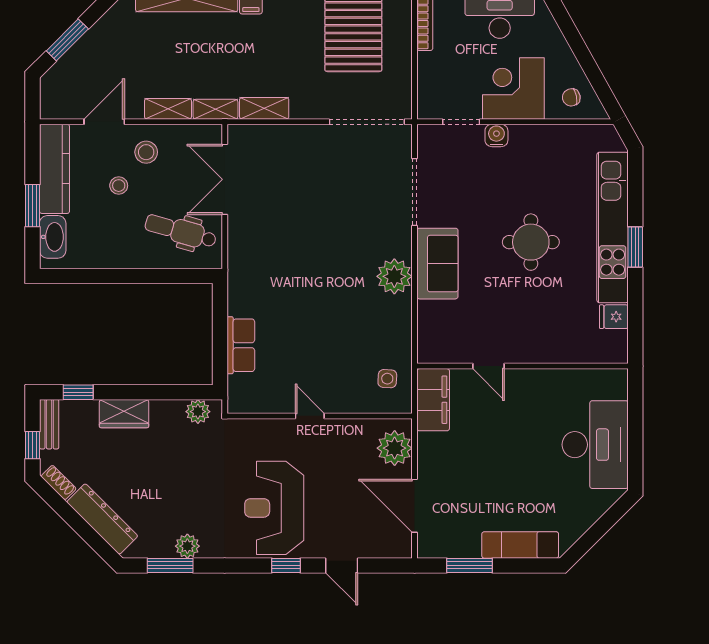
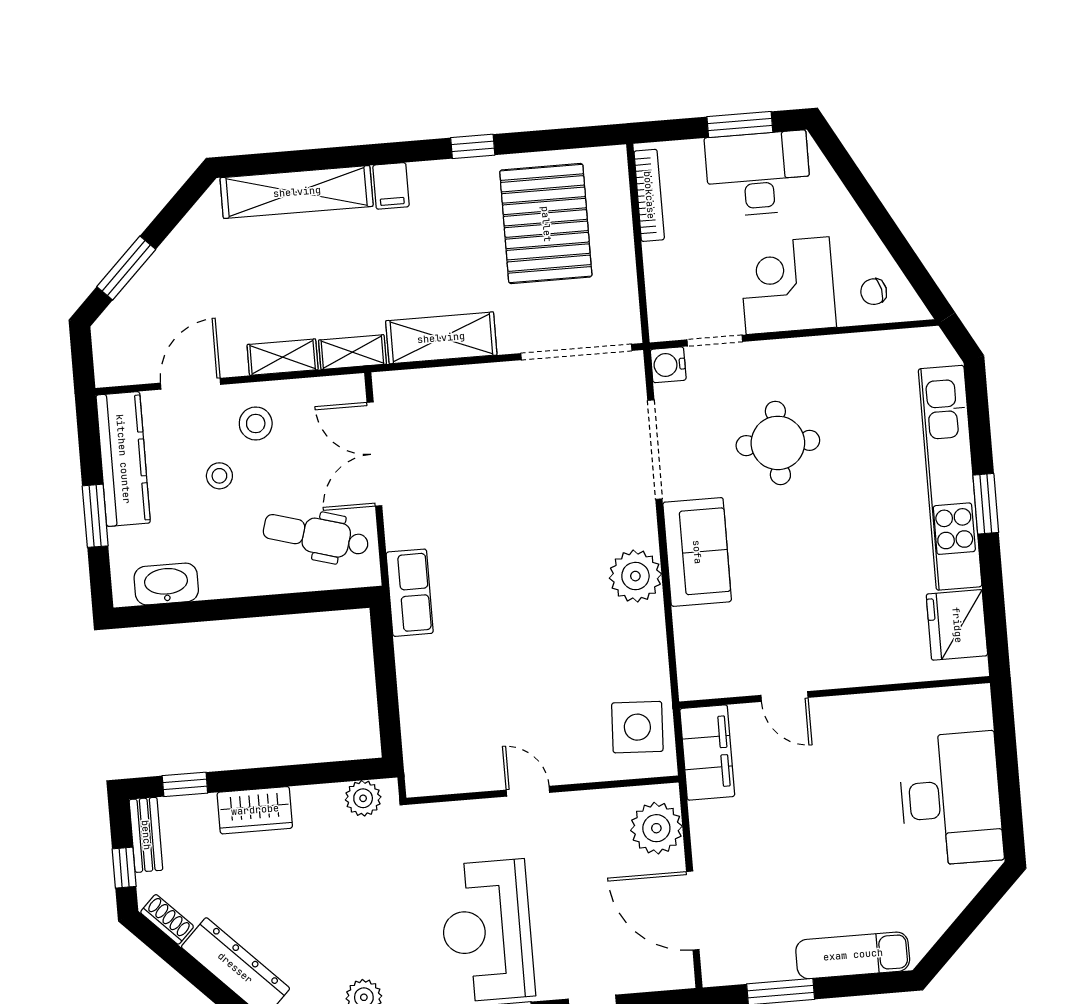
shelving: (264, 108) -> (441, 338), width x1.50, depth x1.33
water cooler: (496, 135) -> (668, 365), moved, turned -90
washbasin: (53, 237) -> (166, 584), moved, turned -90
round table: (531, 242) -> (778, 443), moved
fridge: (614, 317) -> (957, 625), width x1.88, depth x1.34
row of seats: (241, 345) -> (410, 593), moved
side table: (387, 379) -> (637, 727), width x1.87, depth x1.87

